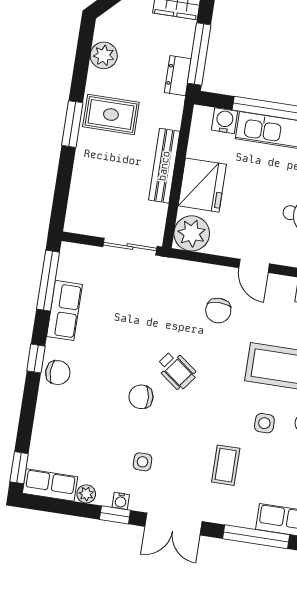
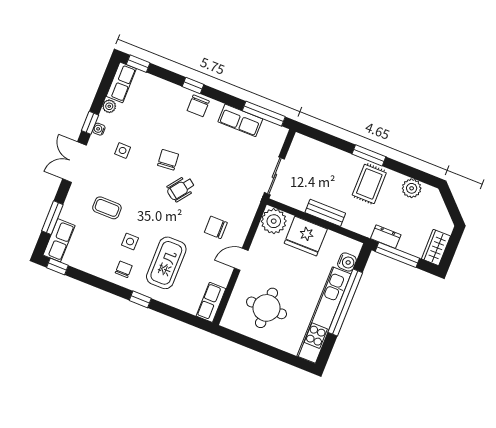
bench: (164, 166) -> (325, 213), width x0.73
window: (36, 359) -> (193, 86), moved
window: (256, 537) -> (52, 218), width x0.69

